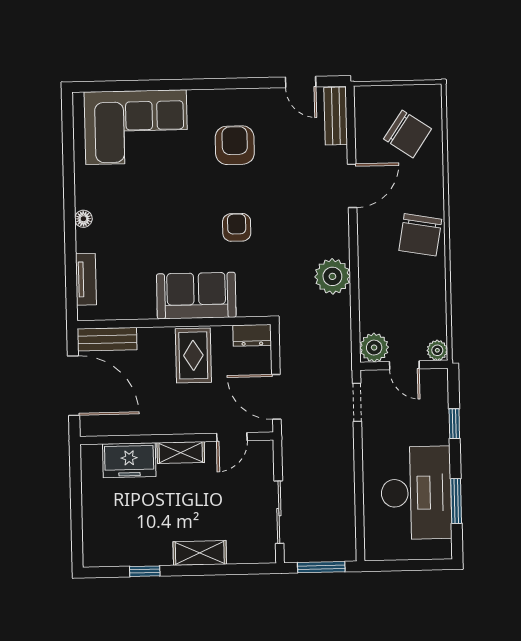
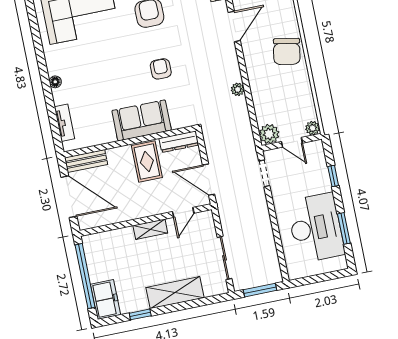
plant: (332, 276) -> (238, 89), width x0.53, depth x0.53
dresser: (252, 335) -> (179, 142), width x1.44
freezer: (129, 460) -> (105, 299), moved, turned -90
window: (76, 502) -> (85, 276), added
shelving: (200, 553) -> (175, 293), width x1.50, depth x1.33

